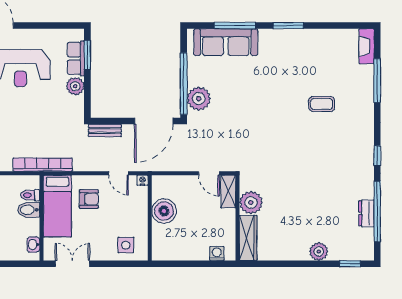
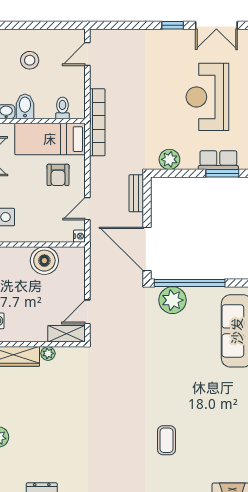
plant: (75, 86) -> (169, 159), moved
plant: (251, 202) -> (48, 353), width x0.53, depth x0.53
bidet: (29, 210) -> (25, 106), moved

